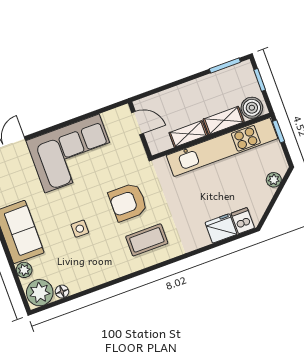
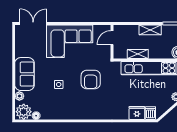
shelving: (224, 120) -> (150, 30), moved
door: (138, 123) -> (112, 38), swing flipped
armchair: (128, 202) -> (91, 80), turned -90
coffee table: (147, 240) -> (93, 104), removed

